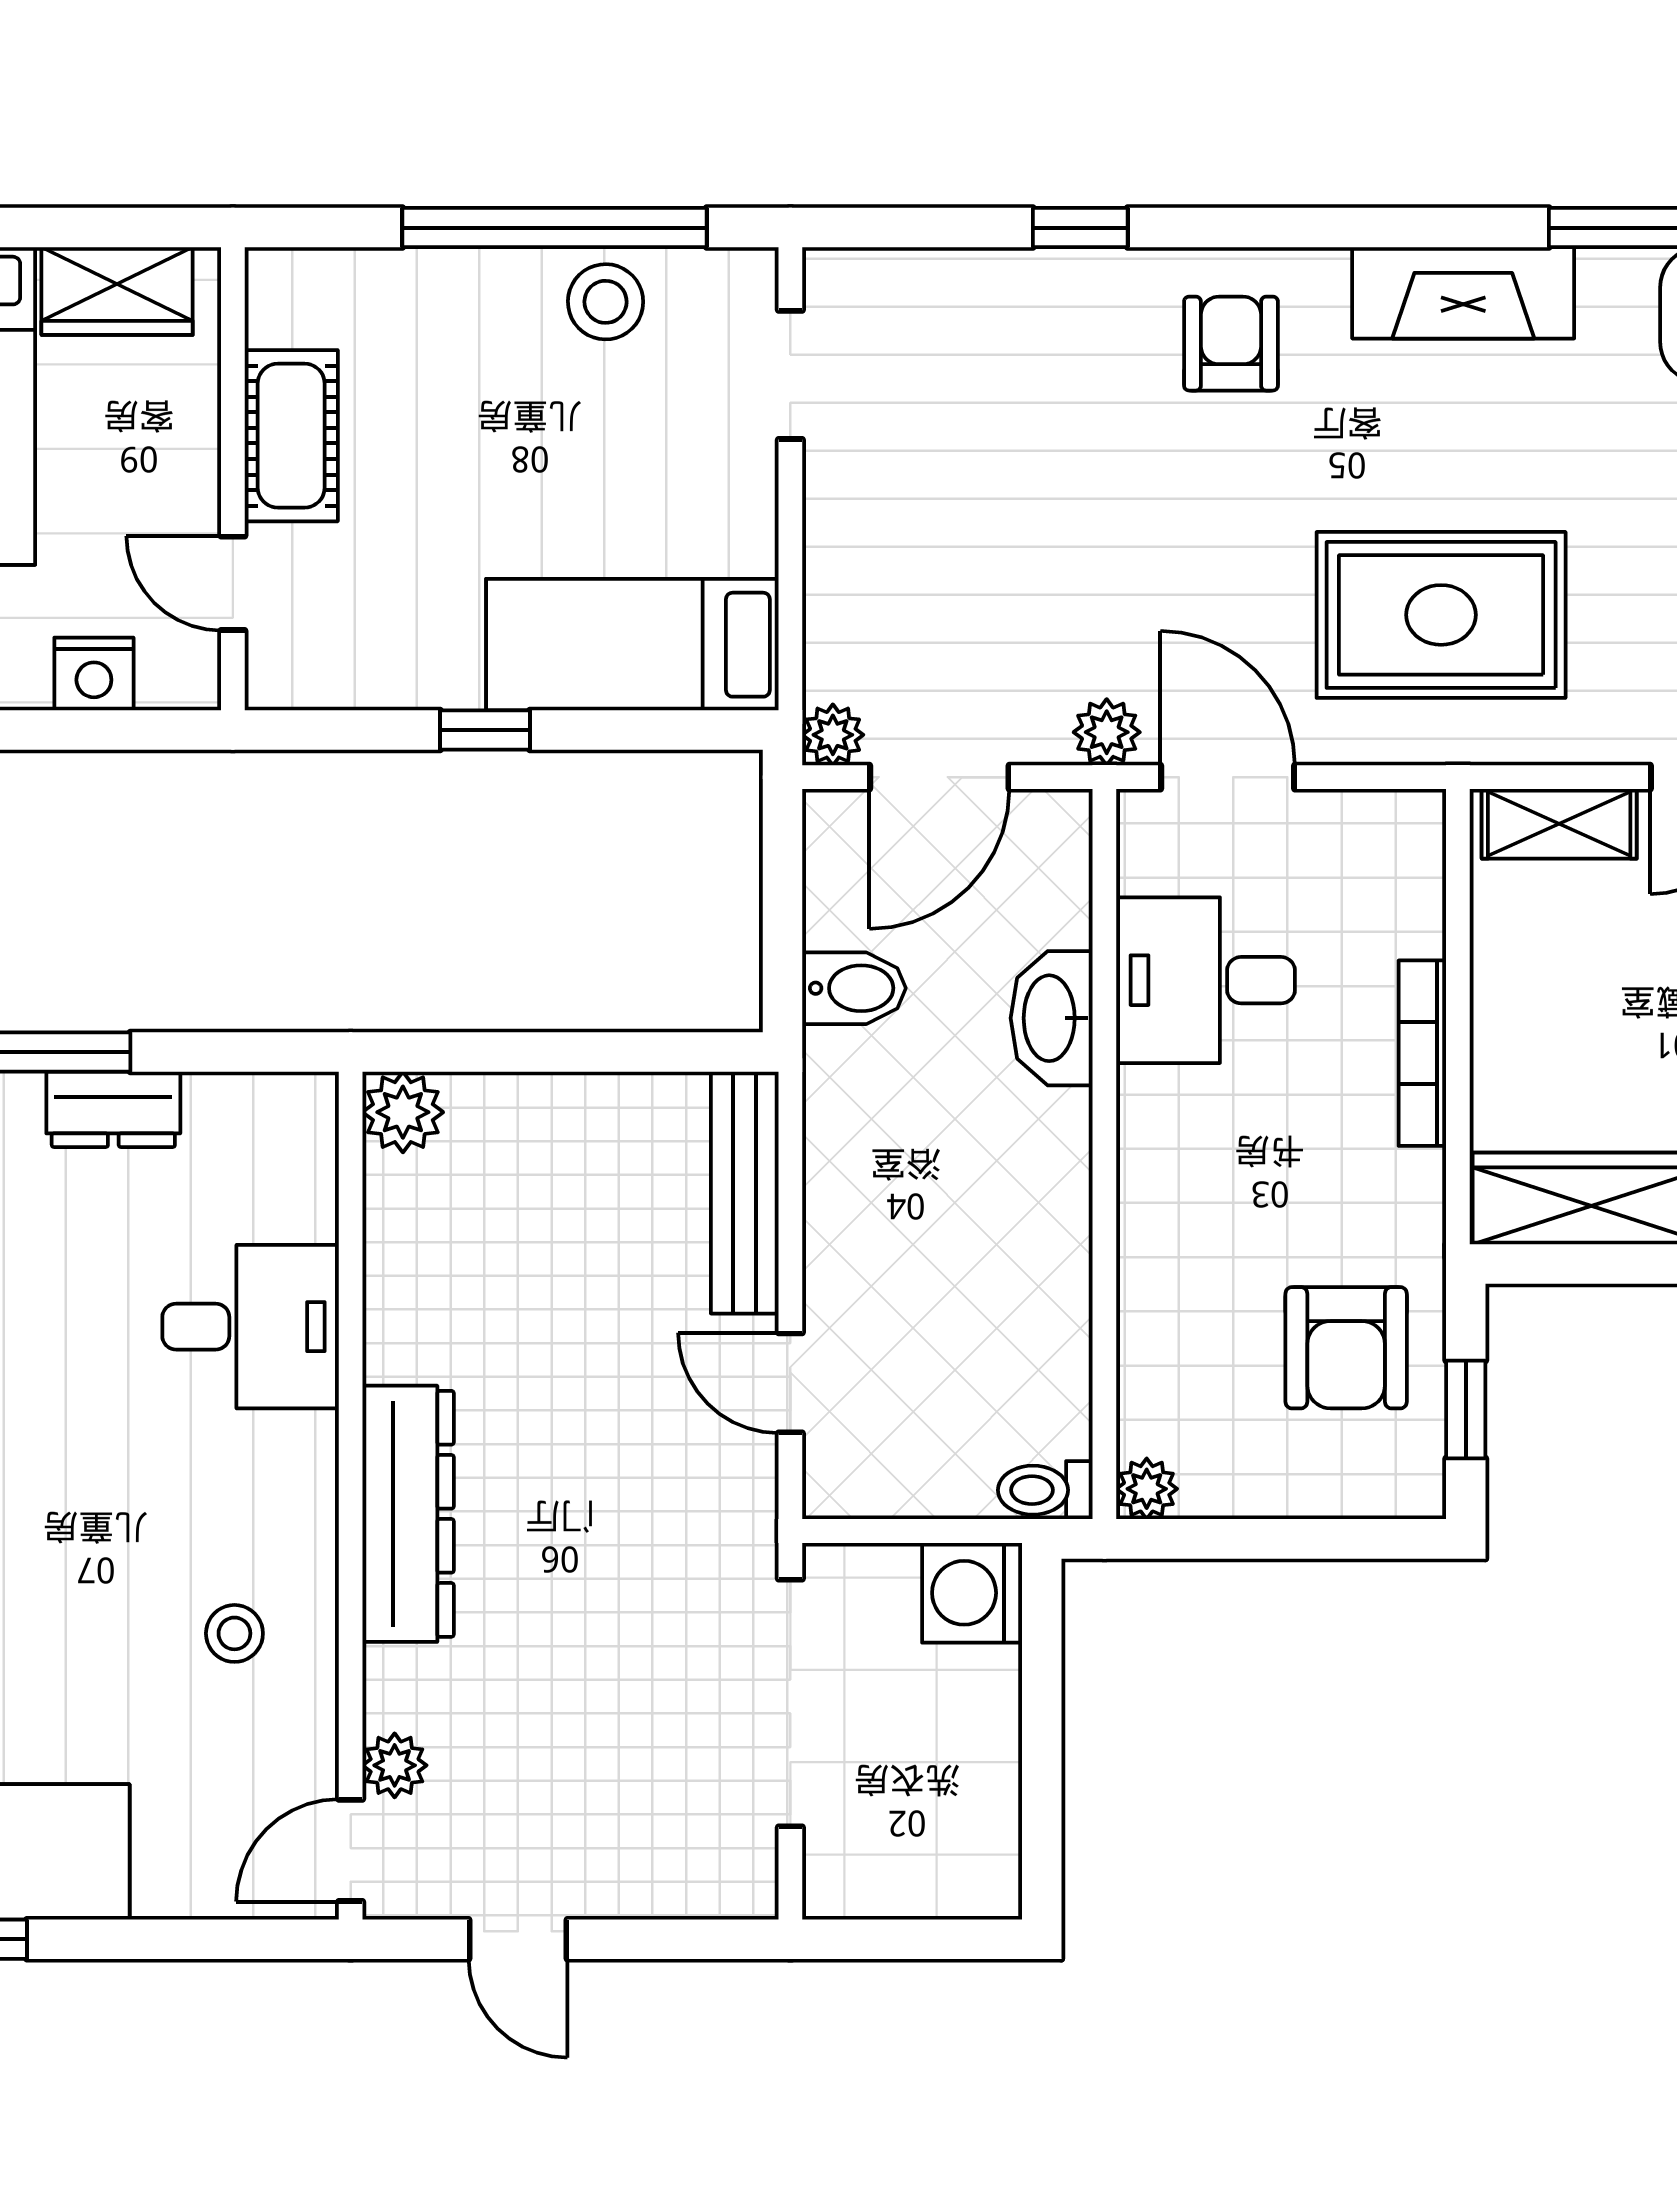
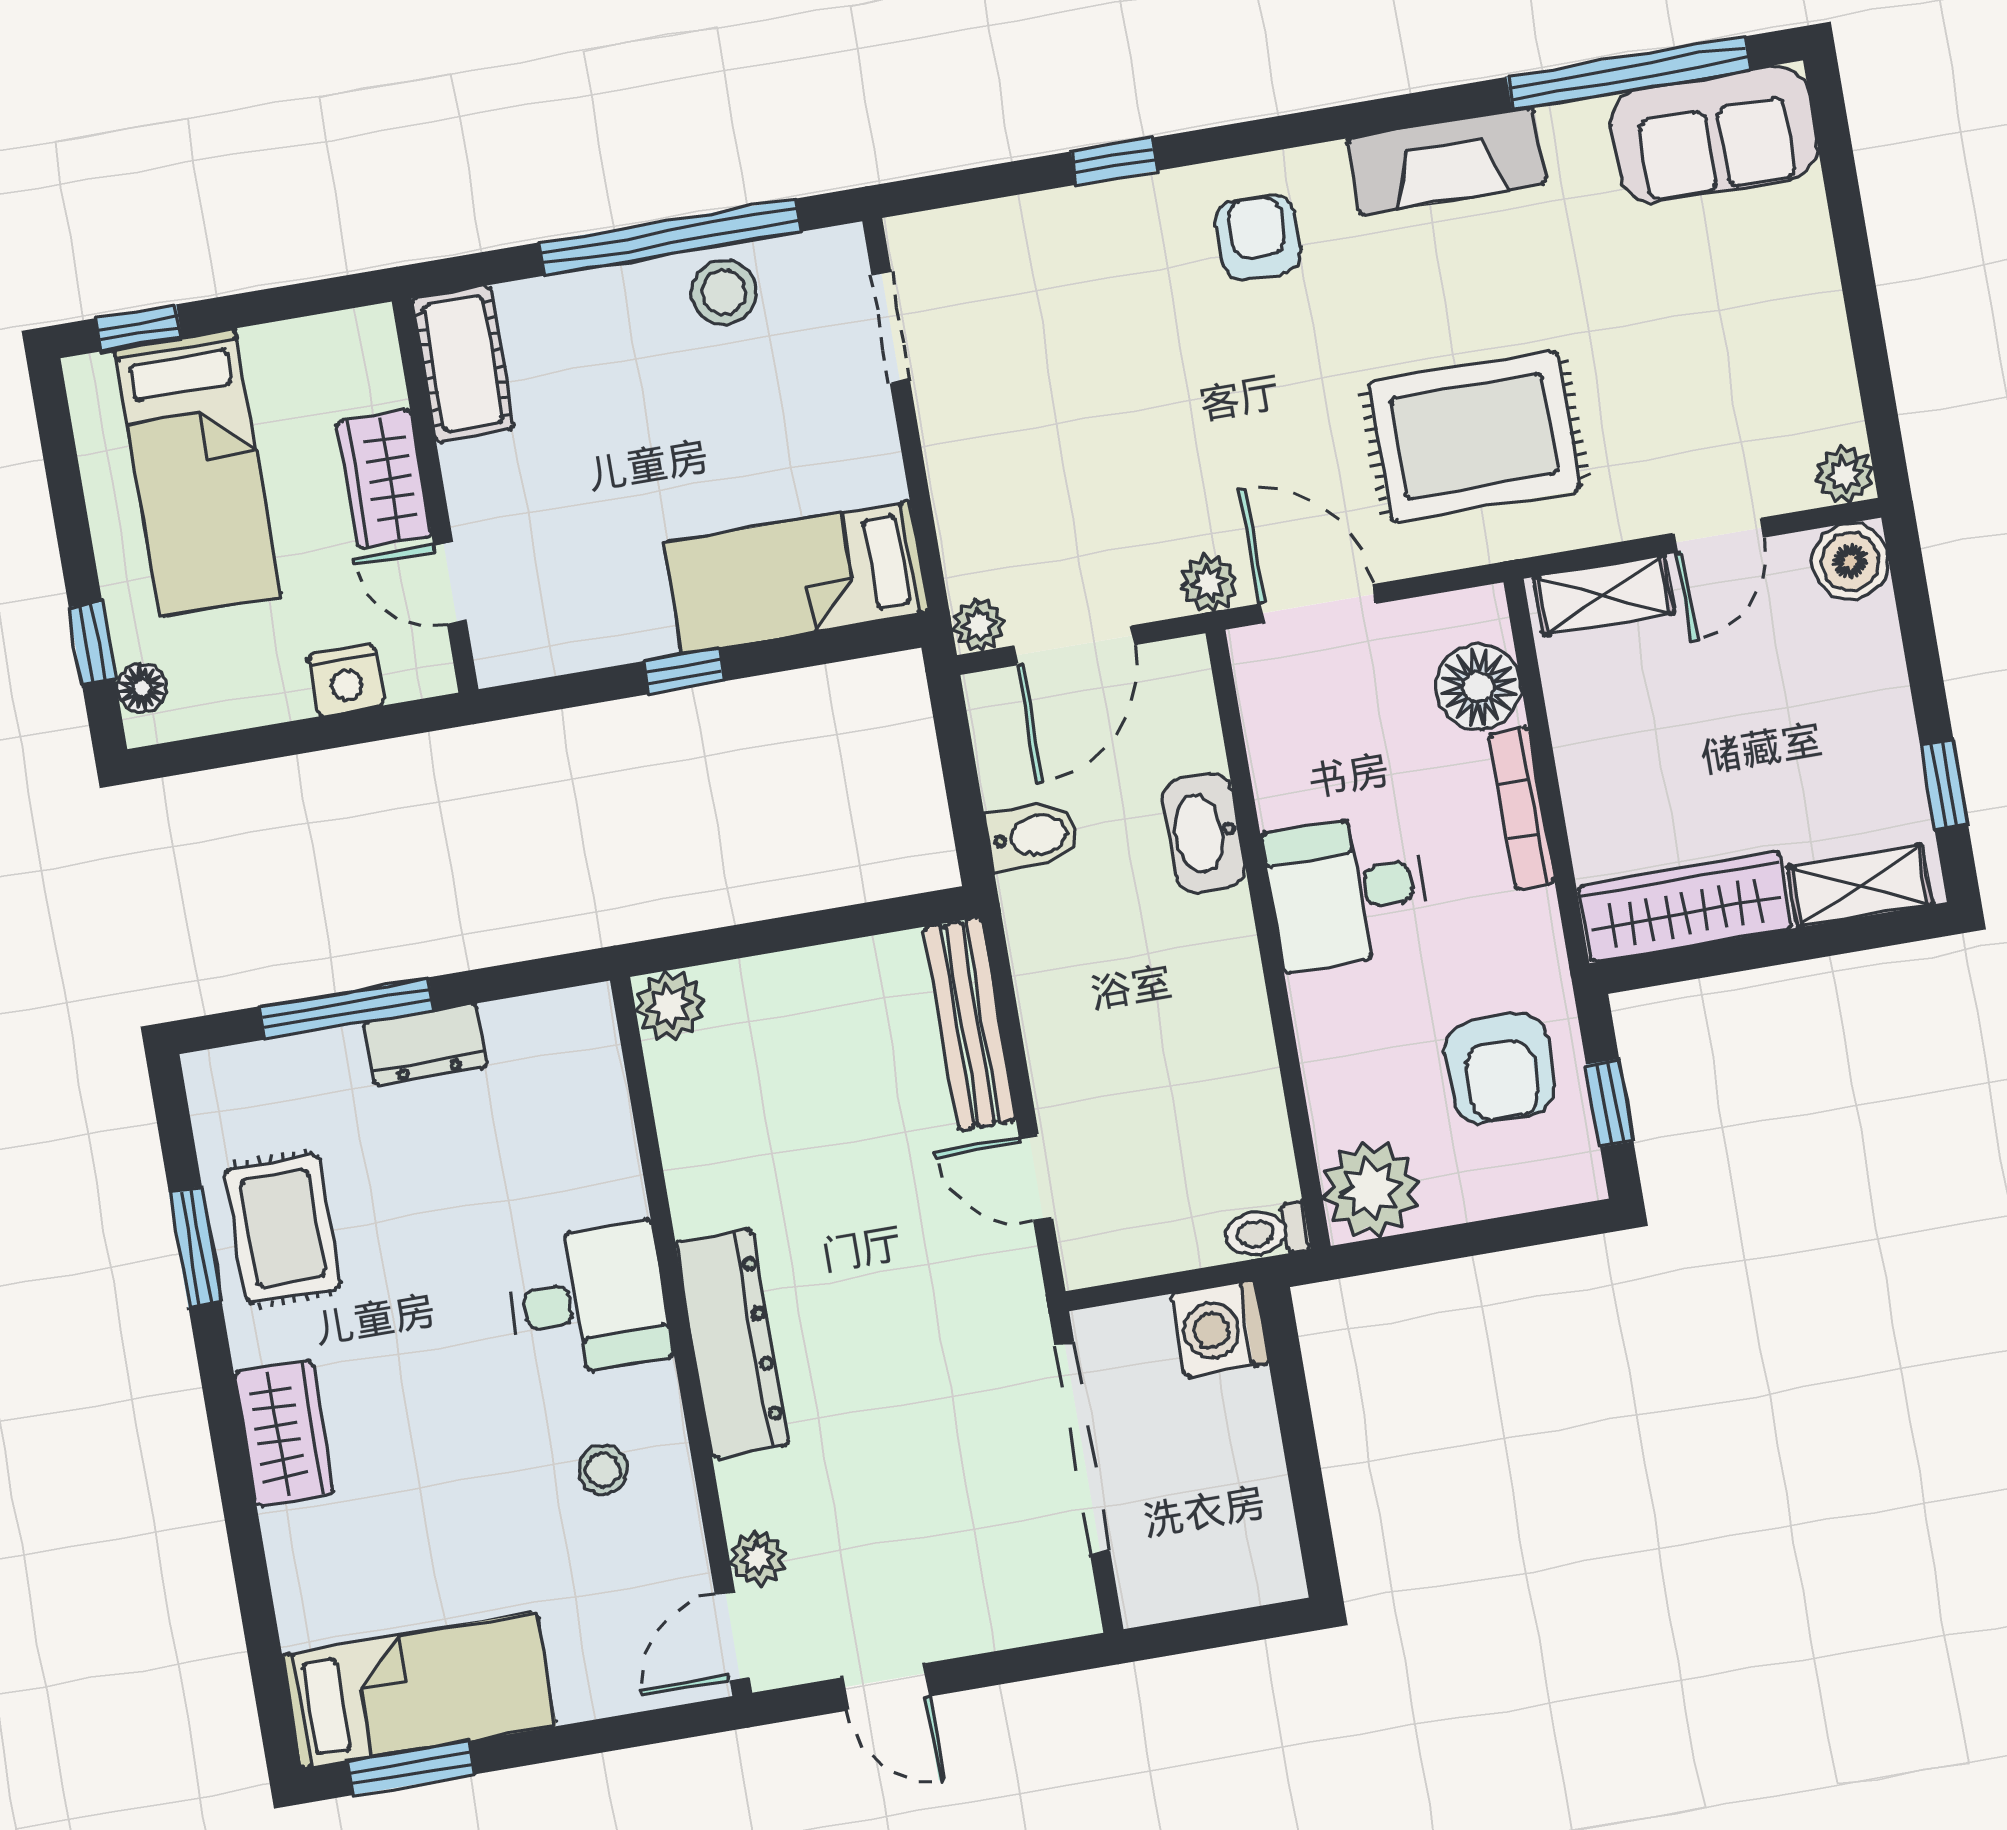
wardrobe: (117, 291) -> (384, 479), moved, turned 90
cot: (291, 436) -> (463, 364), moved
floor lamp: (1396, 904) -> (1478, 687), added
desk: (1206, 980) -> (1348, 891), moved
desk: (251, 1327) -> (588, 1301), moved
plant: (1147, 1489) -> (1371, 1190), width x1.88, depth x1.88

